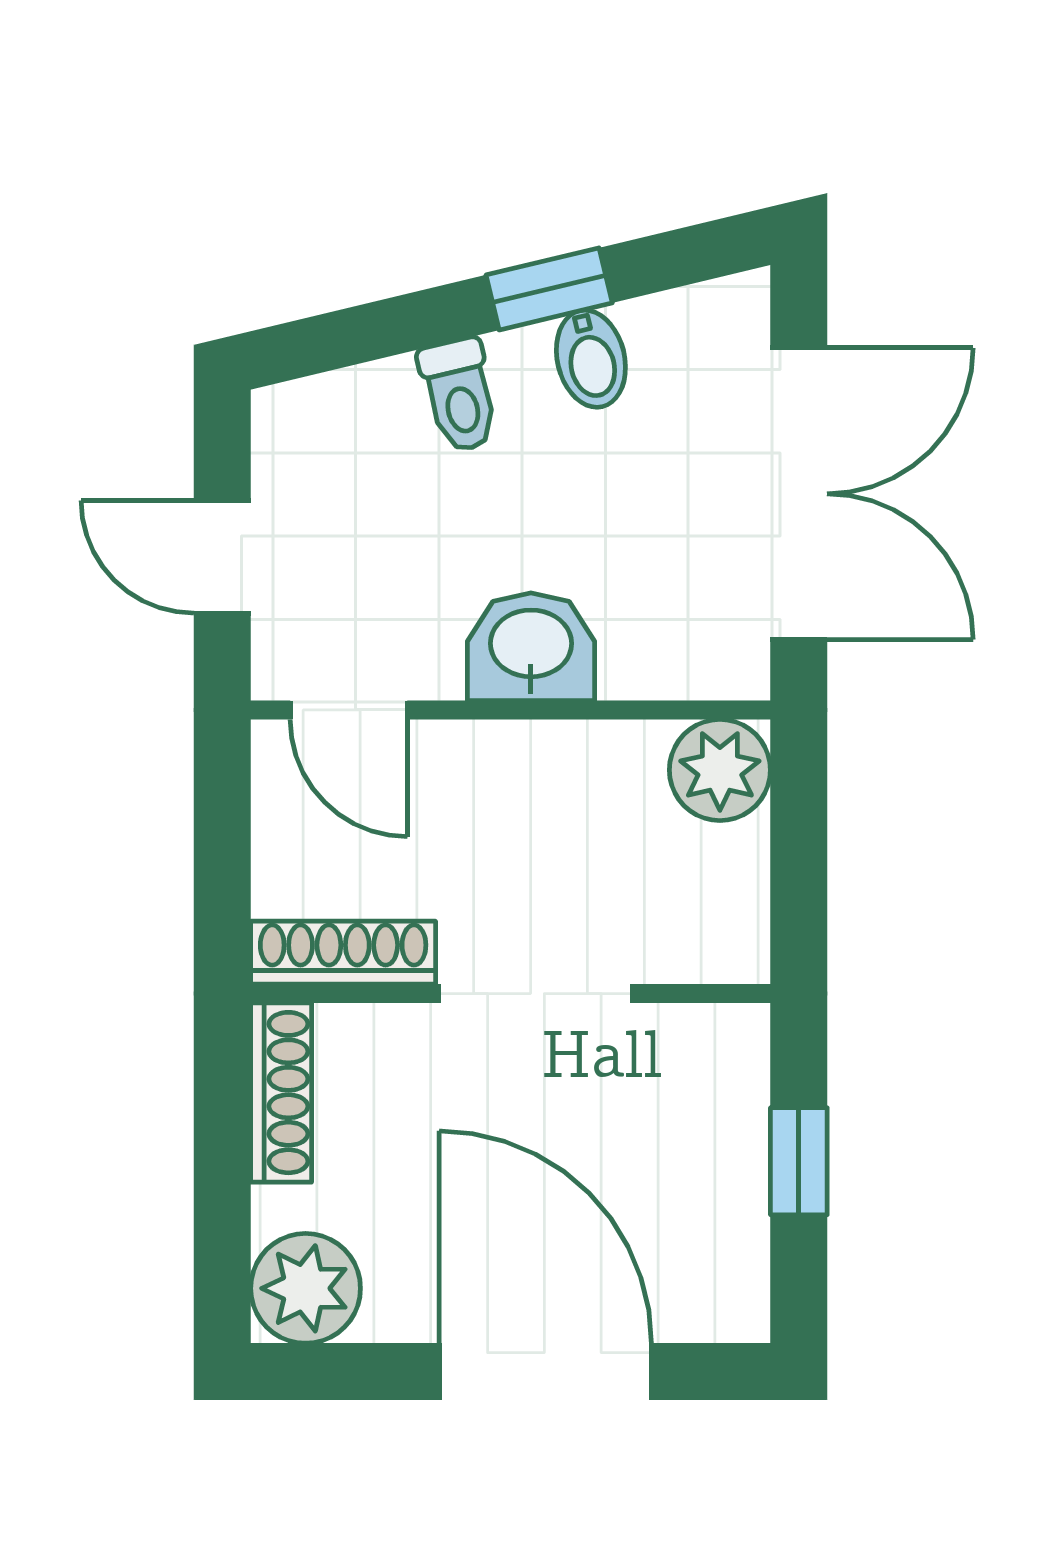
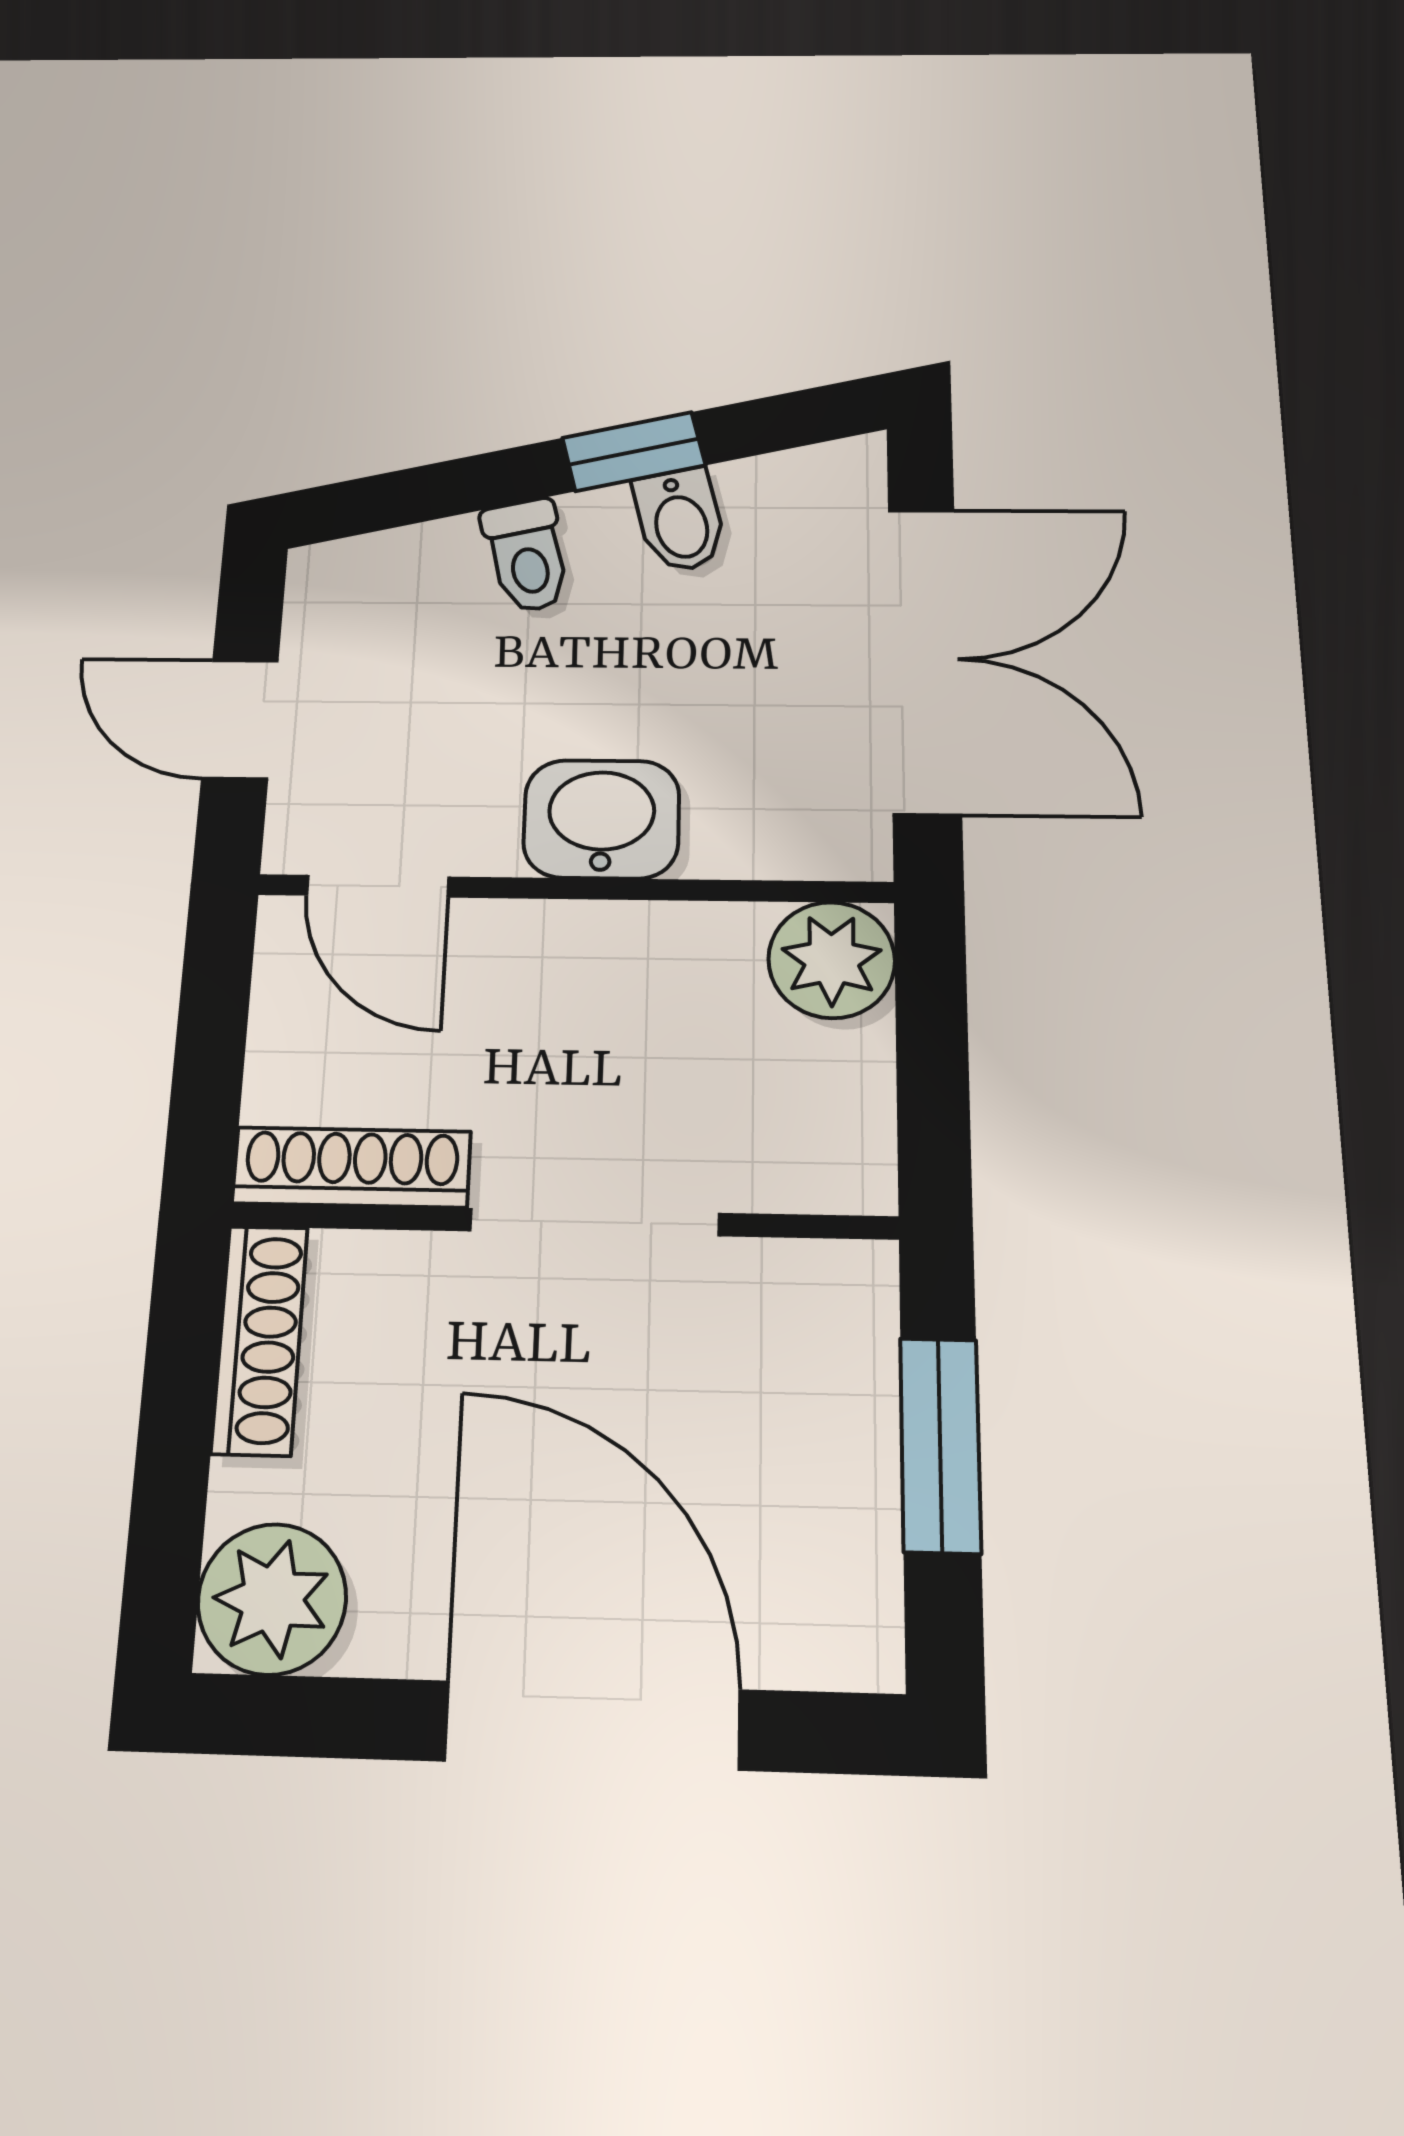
window: (799, 1161) -> (940, 1445), width x1.50

